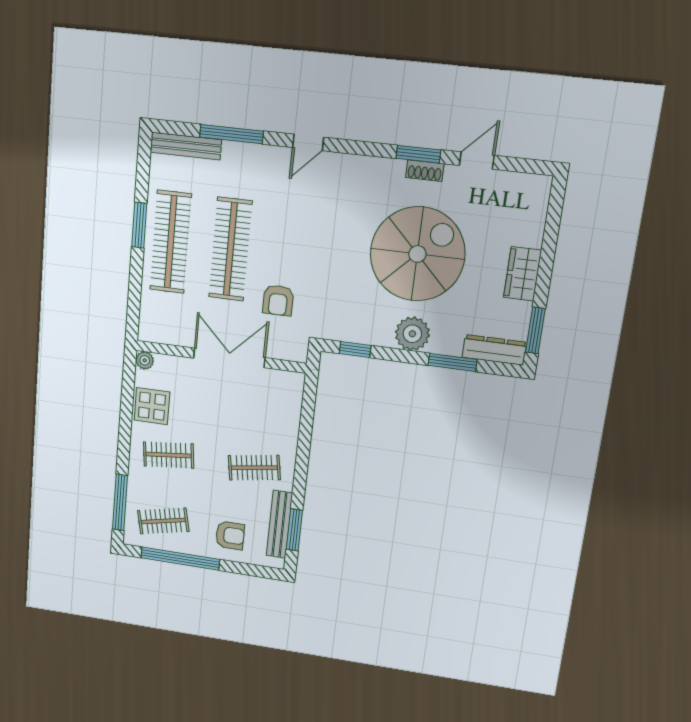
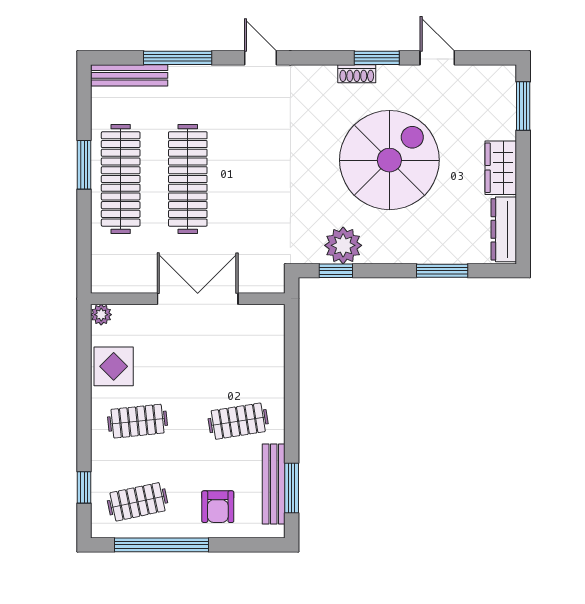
door: (308, 142) -> (261, 58), swing flipped
door: (477, 160) -> (437, 58), hinge flipped
shoe rack: (425, 171) -> (357, 74), moved
armchair: (278, 300) -> (246, 228), removed
window: (535, 330) -> (523, 106), moved
plant: (412, 334) -> (343, 245), moved
dresser: (494, 350) -> (504, 229), moved, turned -90
window: (120, 502) -> (84, 487), width x0.46
armchair: (230, 535) -> (218, 507), turned 90

